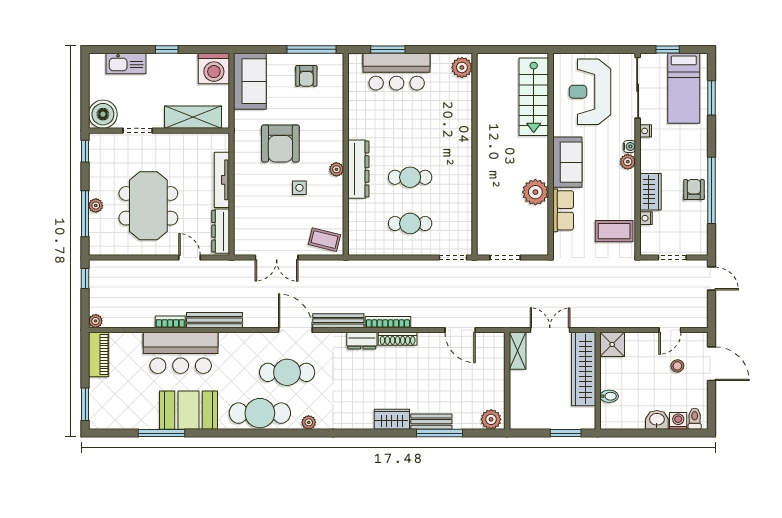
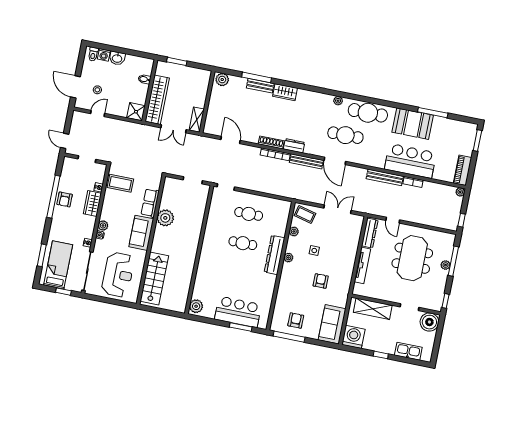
armchair: (280, 144) -> (321, 281), width x0.53, depth x0.53
plant: (336, 210) -> (294, 231), added

